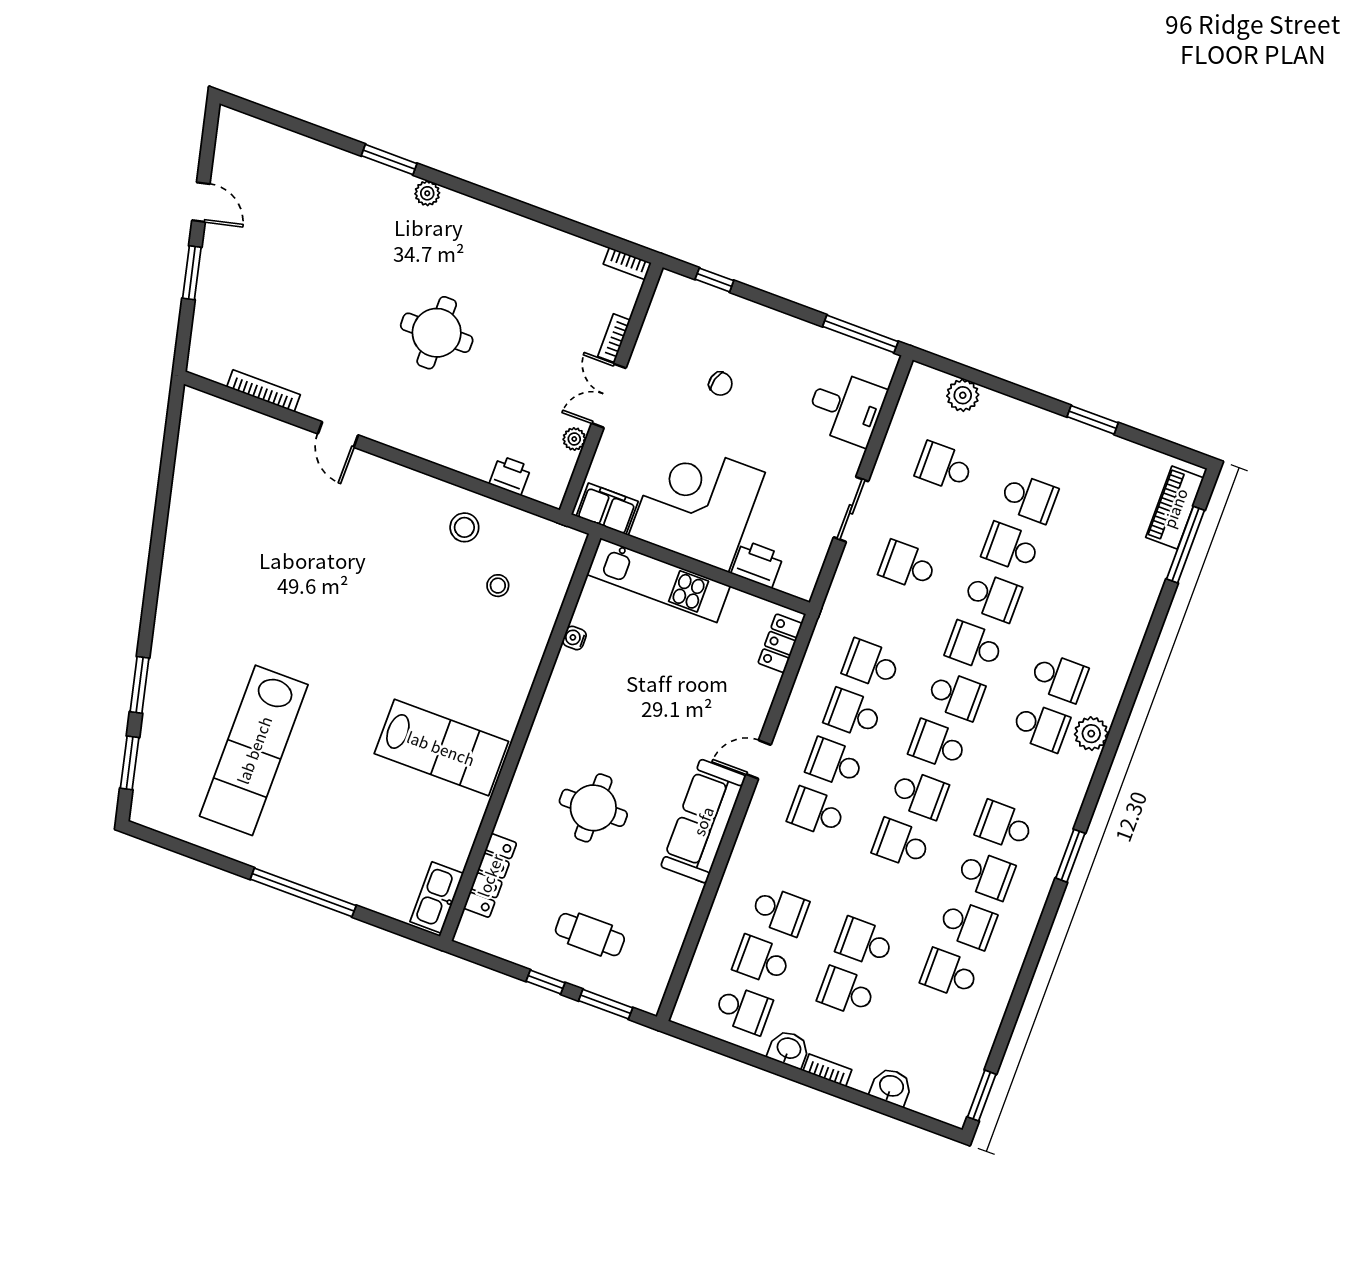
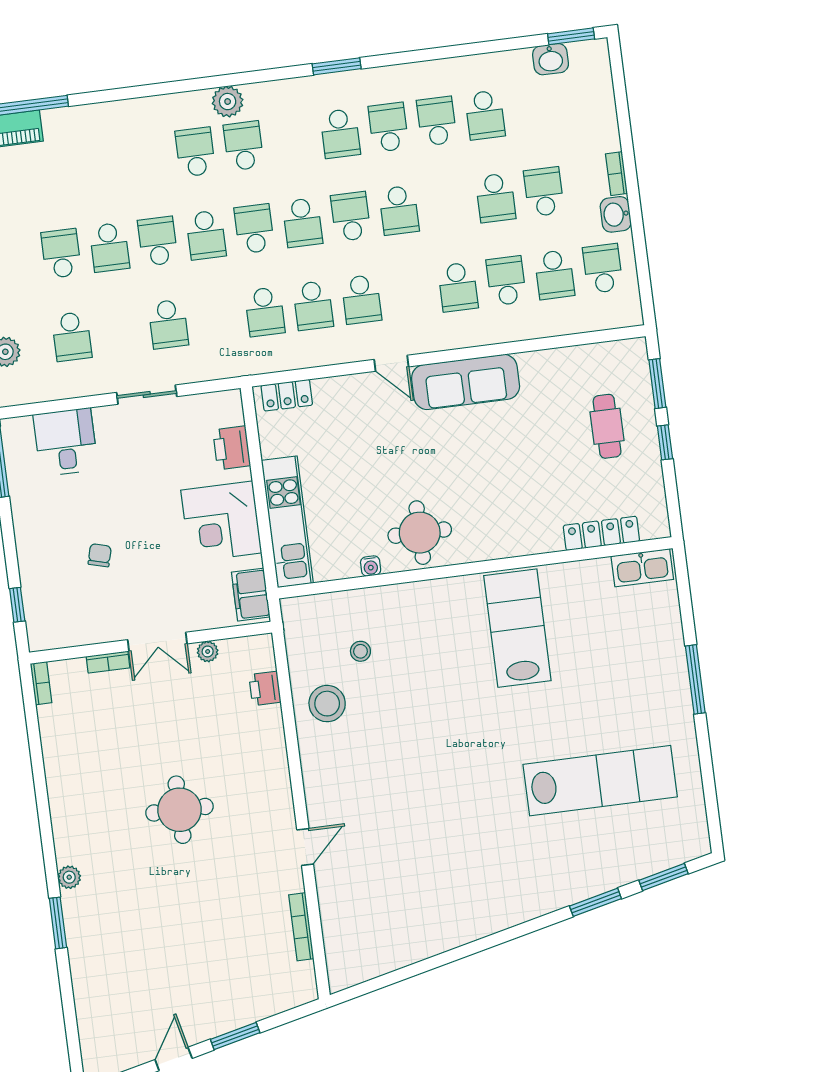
corner desk: (697, 504) -> (221, 522), width x0.74, depth x0.74
stool: (464, 527) -> (327, 704), width x1.38, depth x1.38
round table: (593, 808) -> (420, 533), moved
school desk: (816, 812) -> (458, 287), moved
window: (303, 892) -> (695, 679), width x0.68
school desk: (846, 992) -> (544, 192), turned 180
washbasin: (891, 1087) -> (551, 59), moved, turned -90

